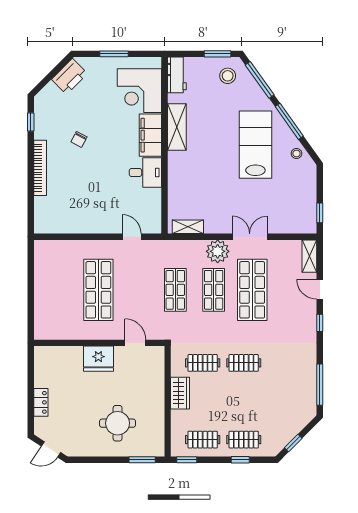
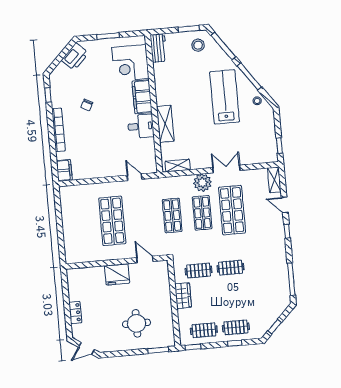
shelving: (177, 127) -> (165, 124), moved
filing cabinet: (43, 220) -> (64, 170), added

